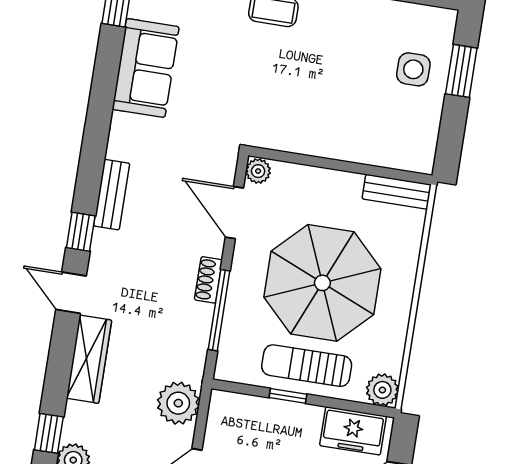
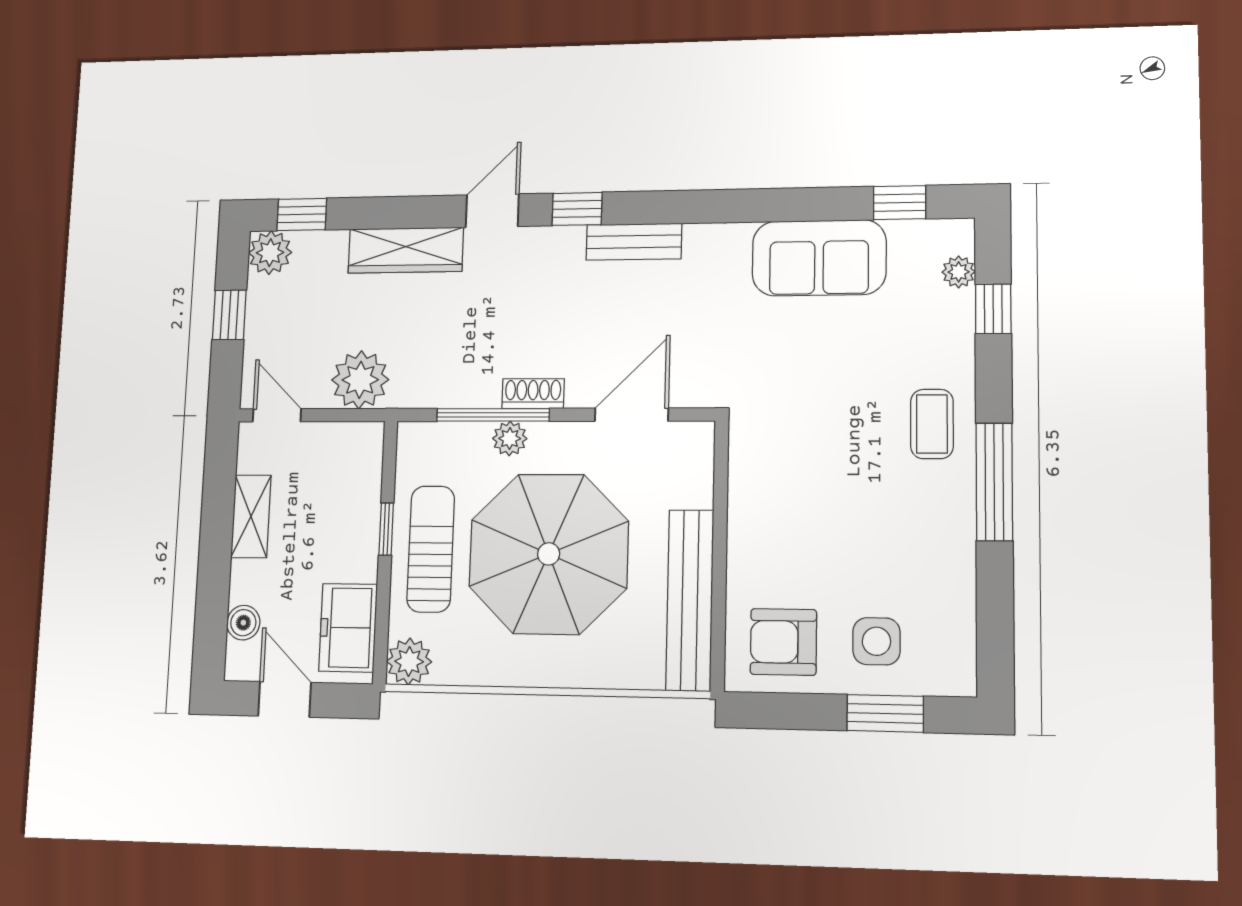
armchair: (405, 131) -> (783, 642), added
plant: (258, 171) -> (510, 438), moved
bench: (397, 192) -> (690, 600), width x1.86, depth x1.21

